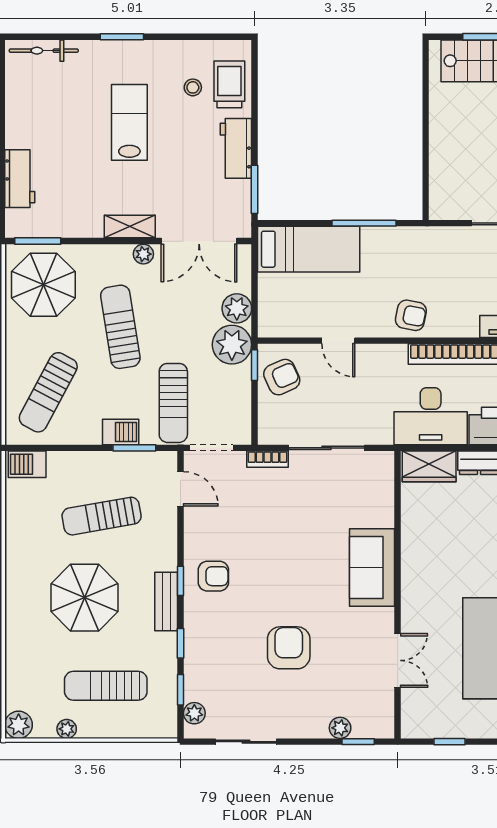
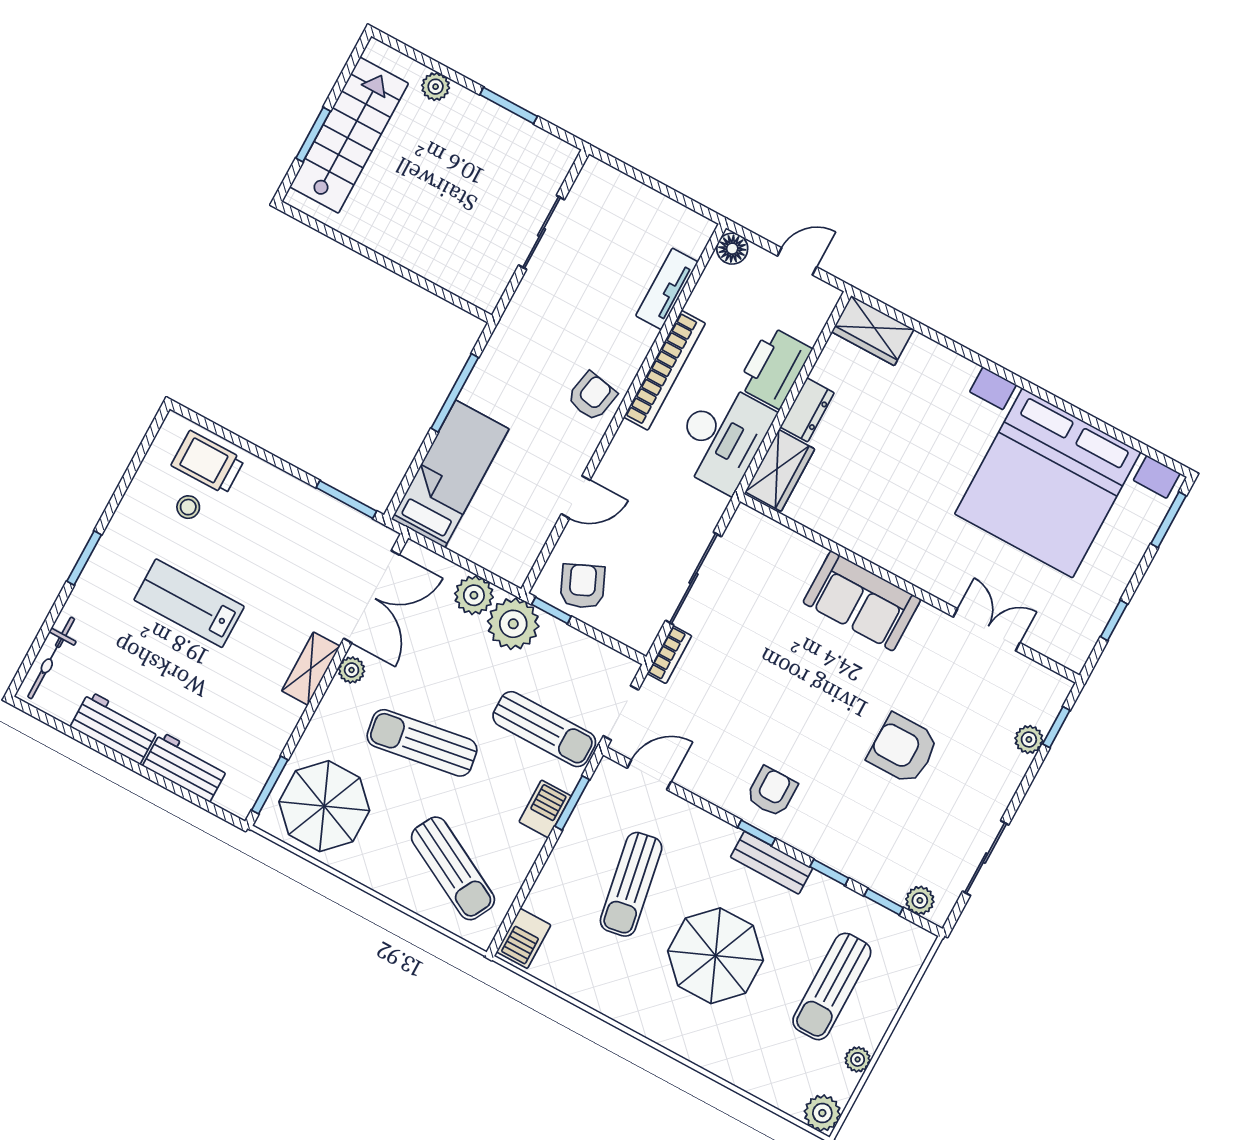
workbench: (236, 148) -> (115, 728), moved, turned 180

